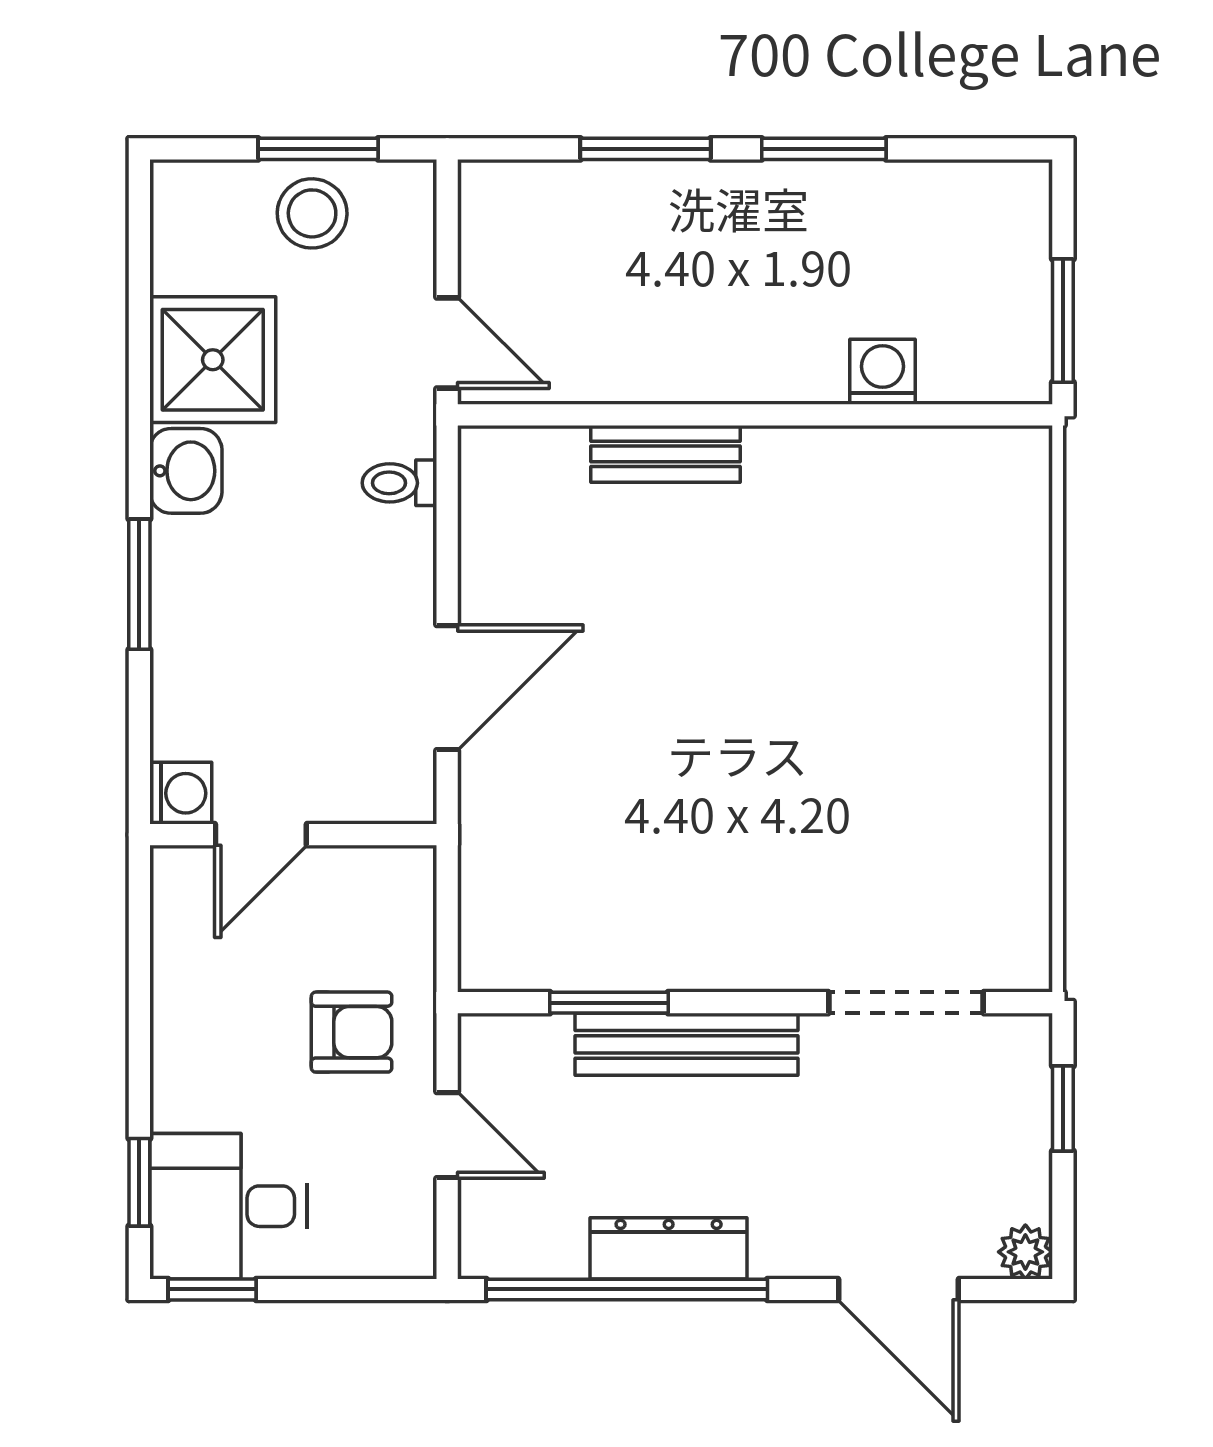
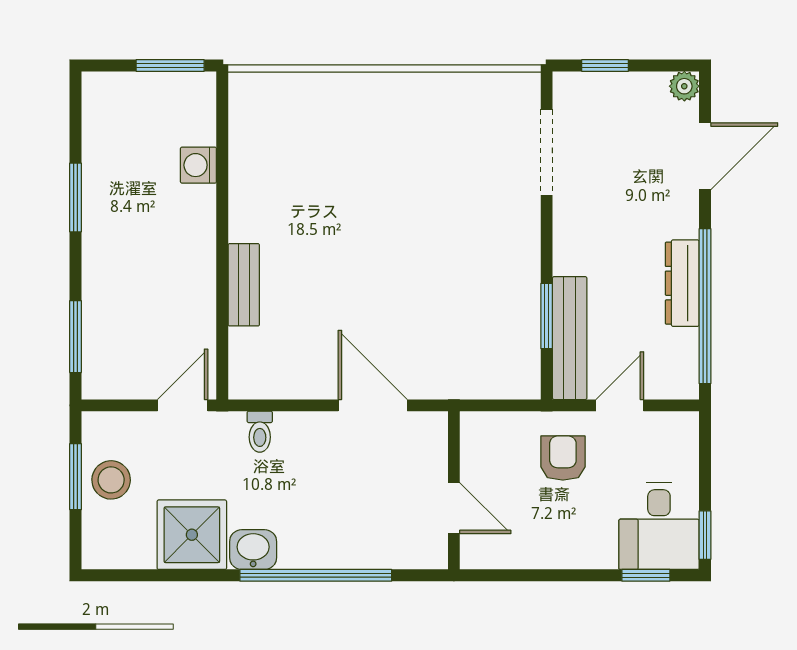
window: (645, 149) -> (75, 337), moved
window: (139, 584) -> (316, 575), width x2.11
washing machine: (181, 793) -> (431, 552), removed
bench: (687, 1044) -> (570, 338), moved

